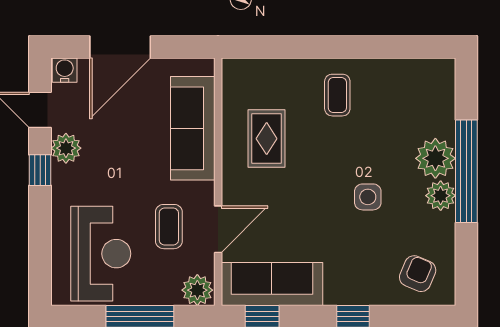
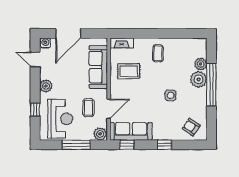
fireplace: (249, 70) -> (122, 43), added
rug: (267, 139) -> (129, 71), turned 90
plant: (66, 148) -> (46, 86), moved
window: (40, 170) -> (35, 109), moved
plant: (441, 196) -> (201, 64), moved
armchair: (418, 274) -> (191, 127), turned -79

